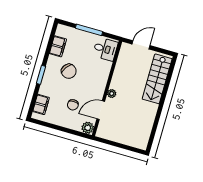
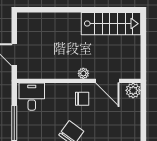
stairs: (157, 79) -> (111, 24), moved
chair: (73, 105) -> (82, 99), moved

